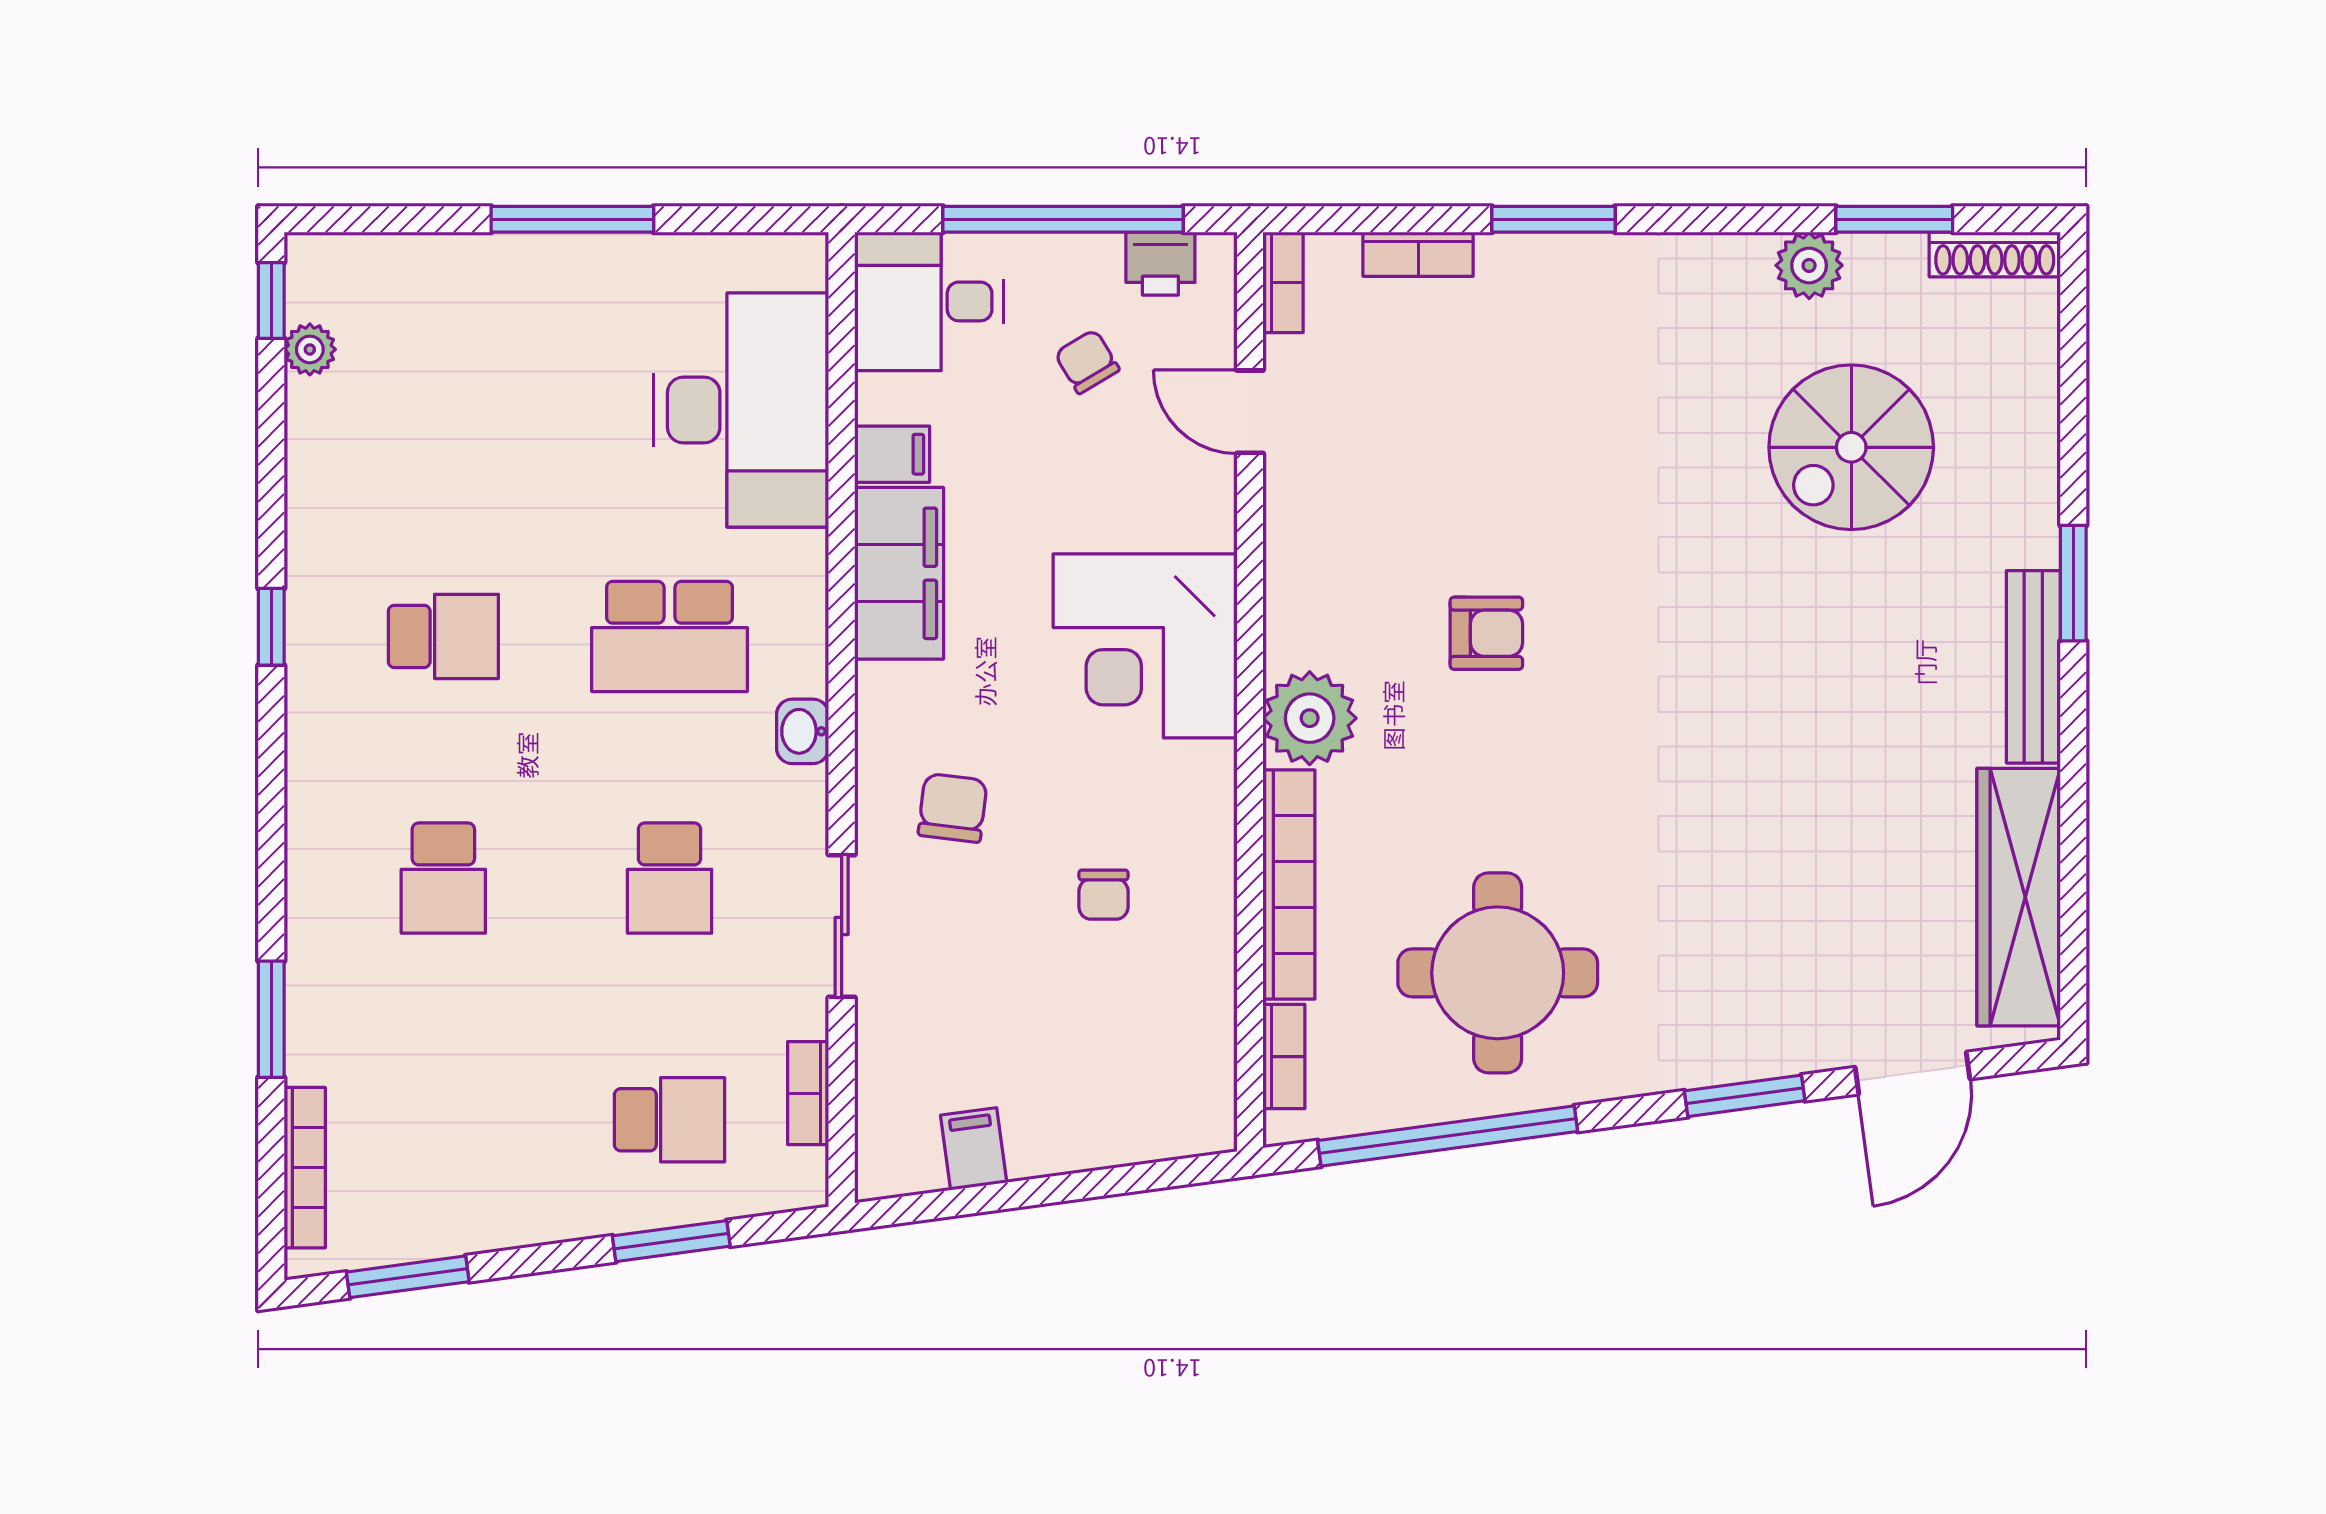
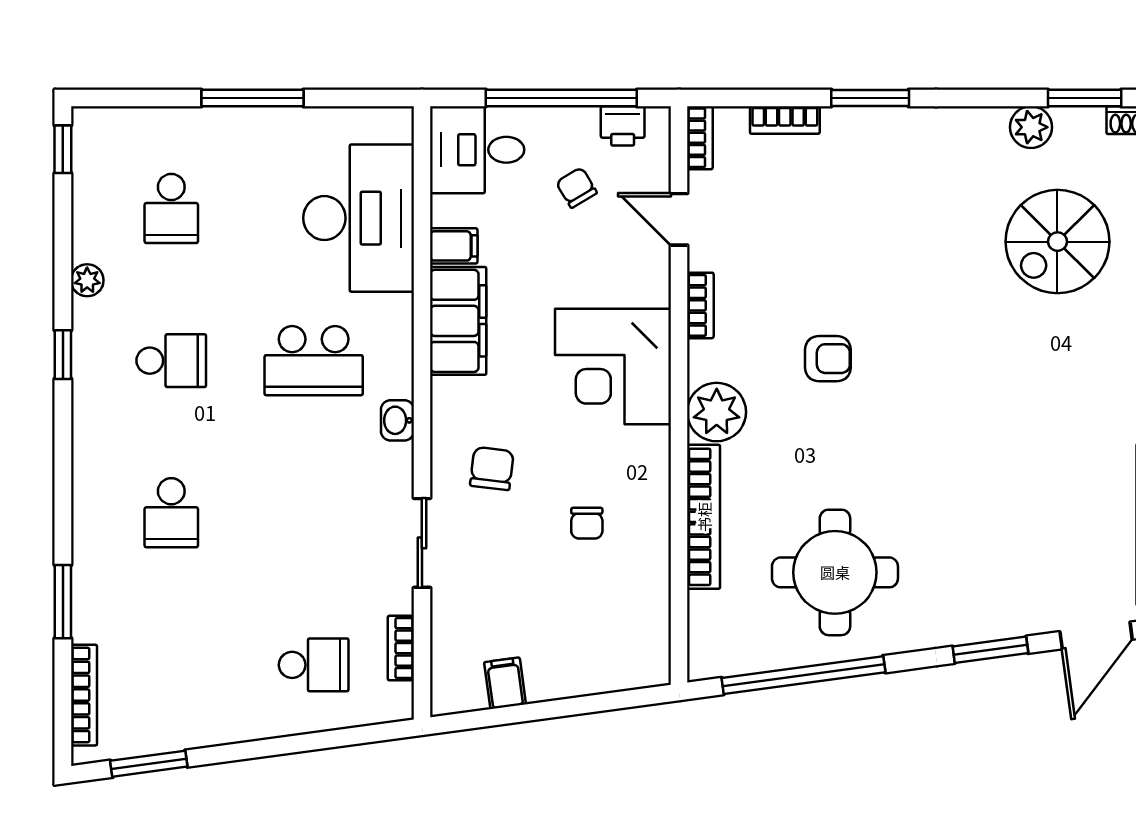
plant: (310, 349) -> (87, 280), moved
school desk: (670, 878) -> (171, 208), moved
bookcase: (1284, 1057) -> (700, 305), moved
window: (671, 1241) -> (315, 741), removed

